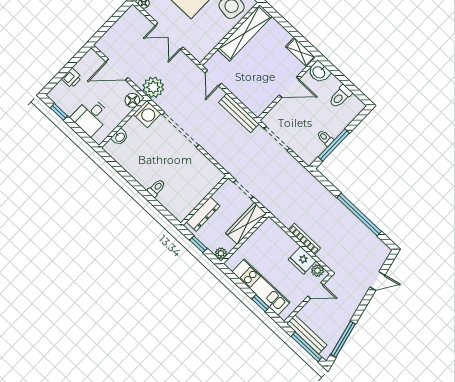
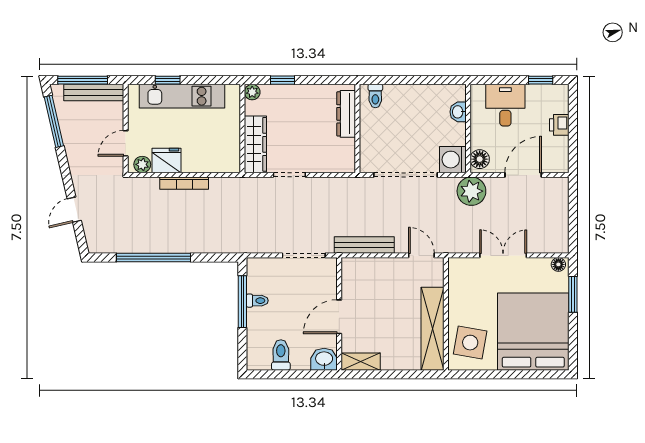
wall: (205, 200) -> (357, 128), moved
dresser: (203, 214) -> (346, 114), moved

